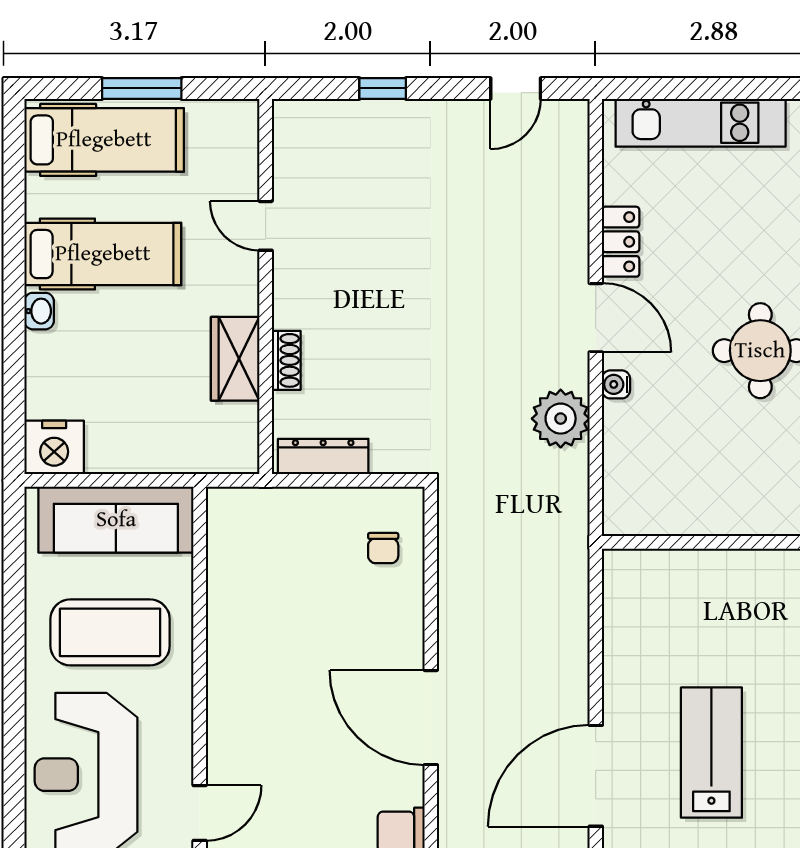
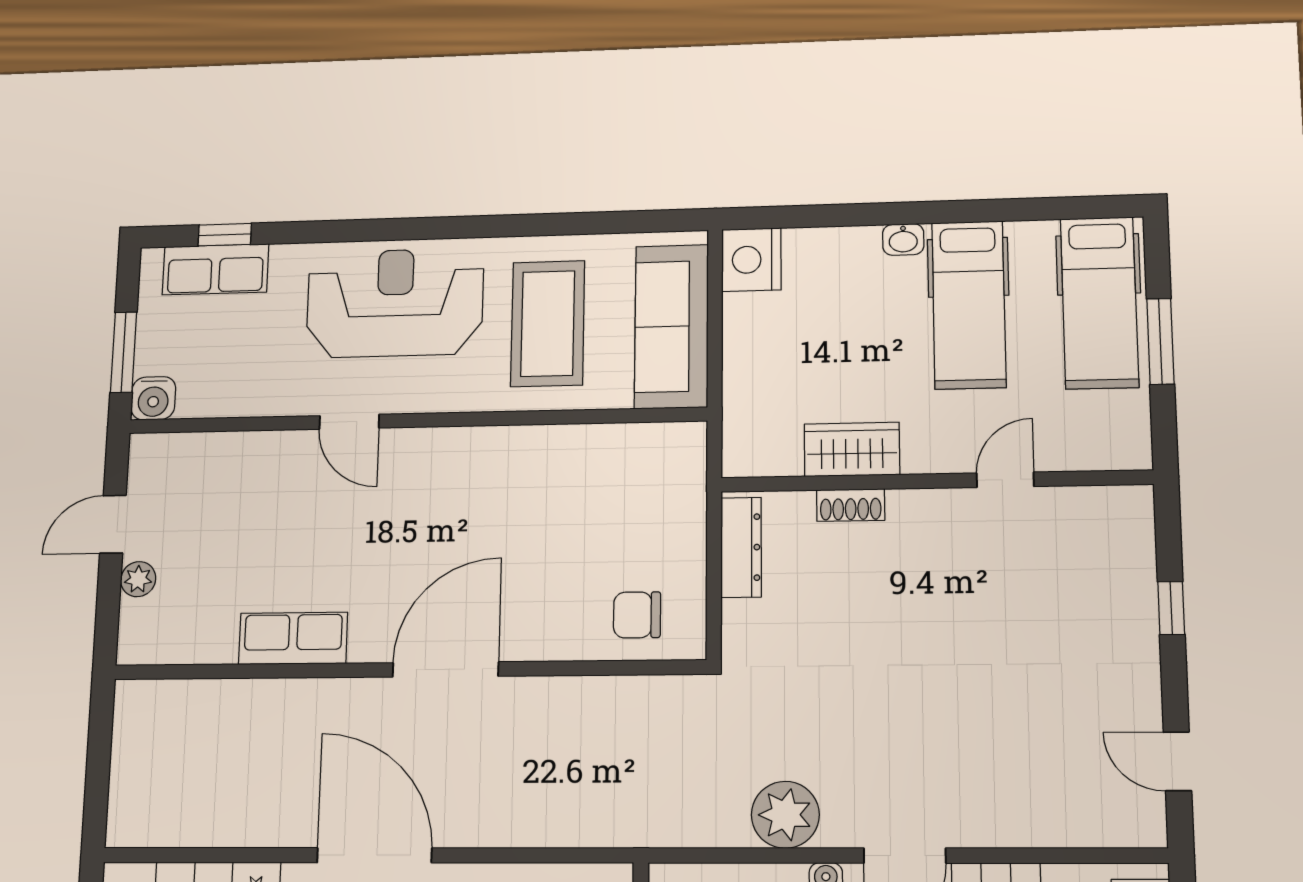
chair: (383, 548) -> (637, 615), width x1.37, depth x1.37

